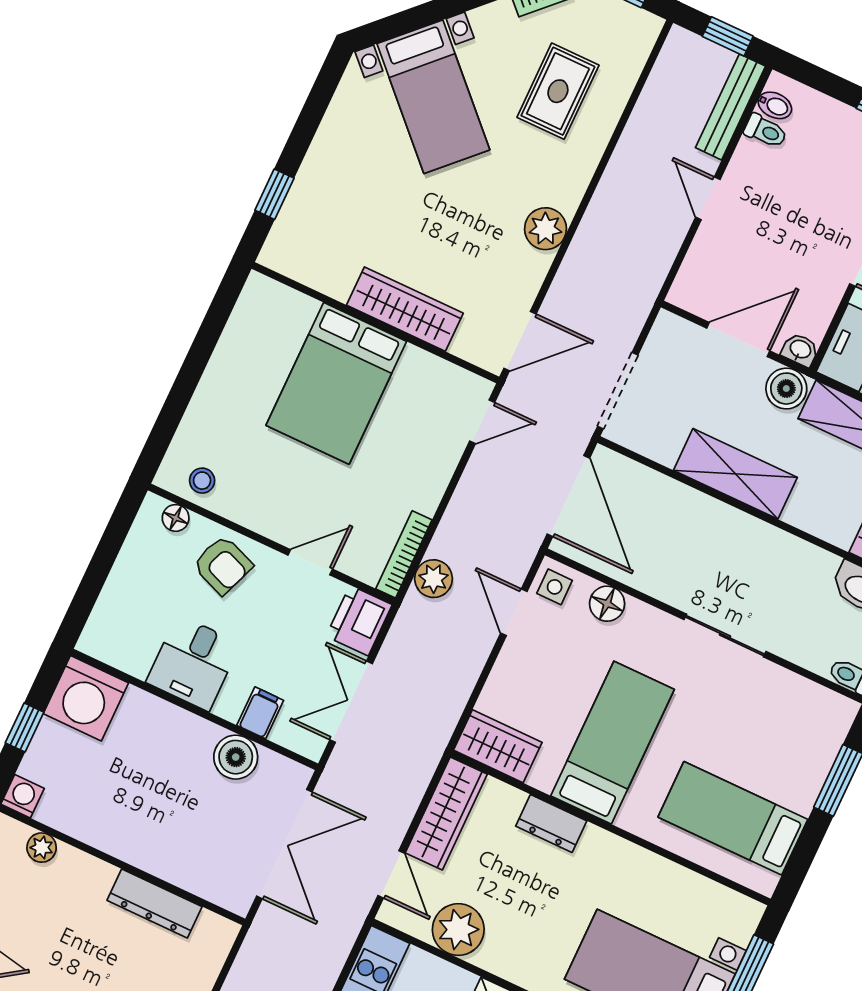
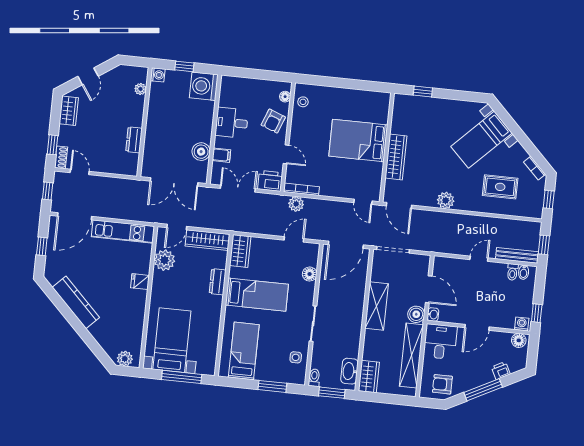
side table: (555, 587) -> (296, 357), moved
dresser: (155, 903) -> (134, 140), width x0.70

